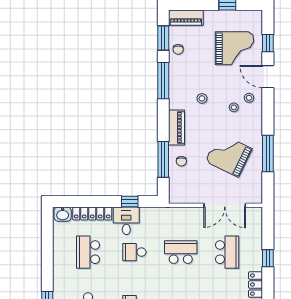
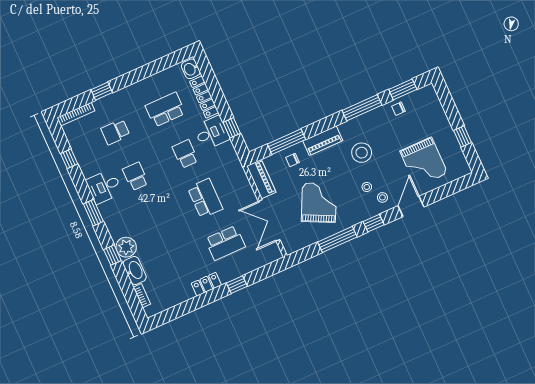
piano: (186, 18) -> (261, 179), moved, turned 180
window: (268, 43) -> (374, 223), moved
stool: (202, 98) -> (362, 153), width x1.89, depth x1.89

